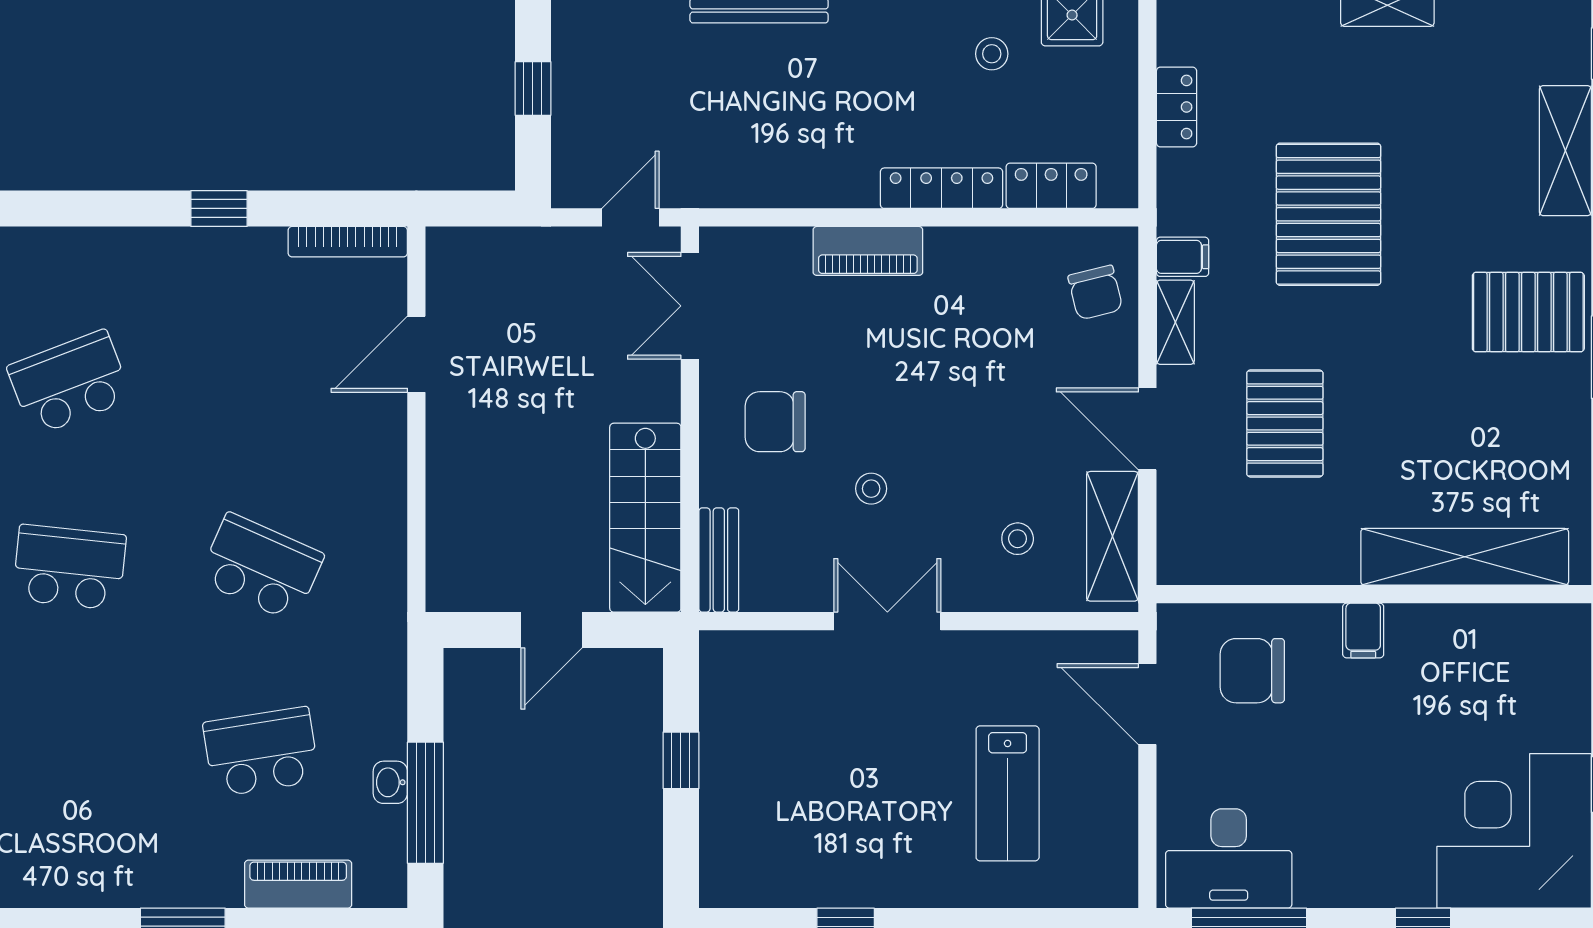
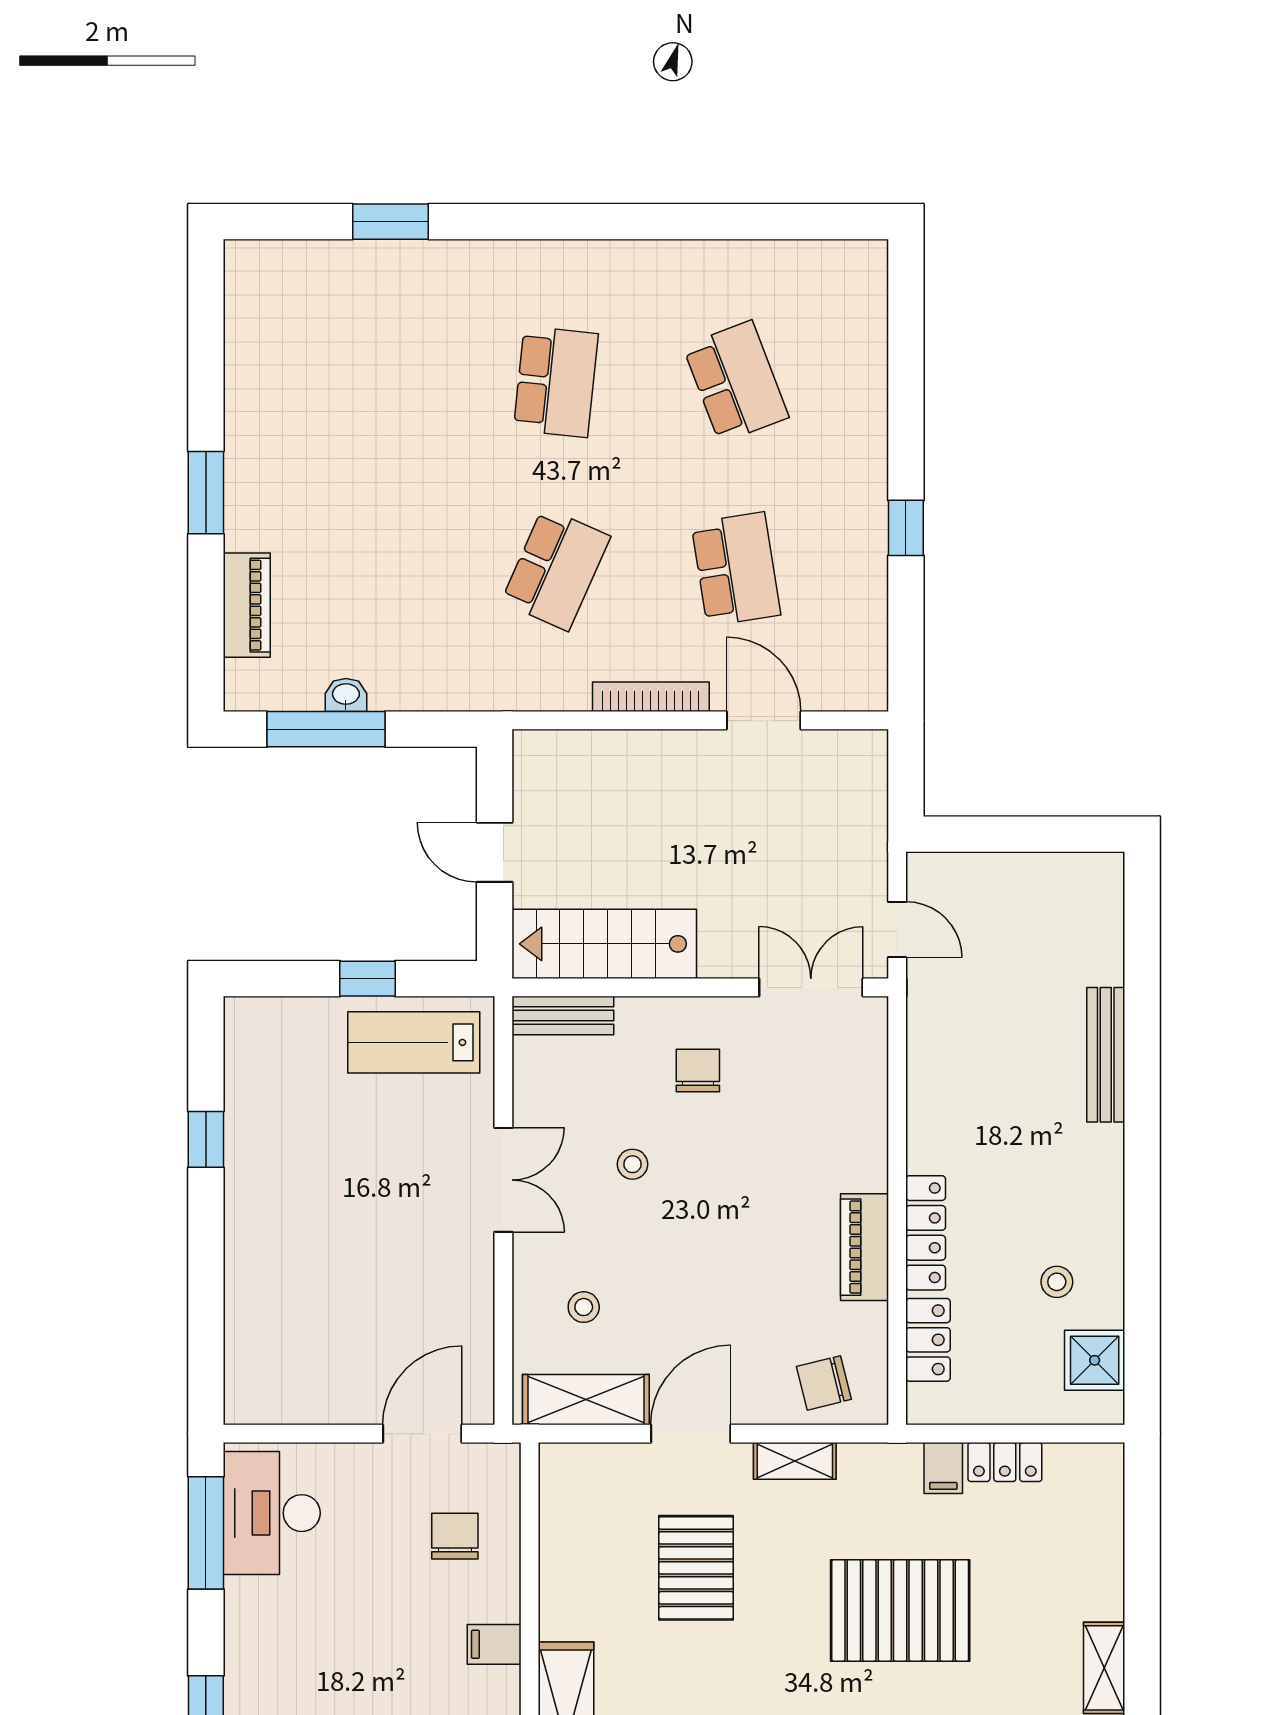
window: (533, 89) -> (1023, 834), removed
bookcase: (348, 242) -> (651, 697), moved, turned 90
piano: (868, 251) -> (864, 1247), moved
filing cabinet: (1183, 257) -> (943, 1468), moved
chair: (775, 422) -> (698, 1071), width x0.73, depth x0.73
pallet: (1285, 423) -> (696, 1568), turned 90
chair: (1252, 671) -> (455, 1536), width x0.73, depth x0.73
school desk: (261, 752) -> (736, 569), moved
lab bench: (1008, 793) -> (414, 1042), moved

